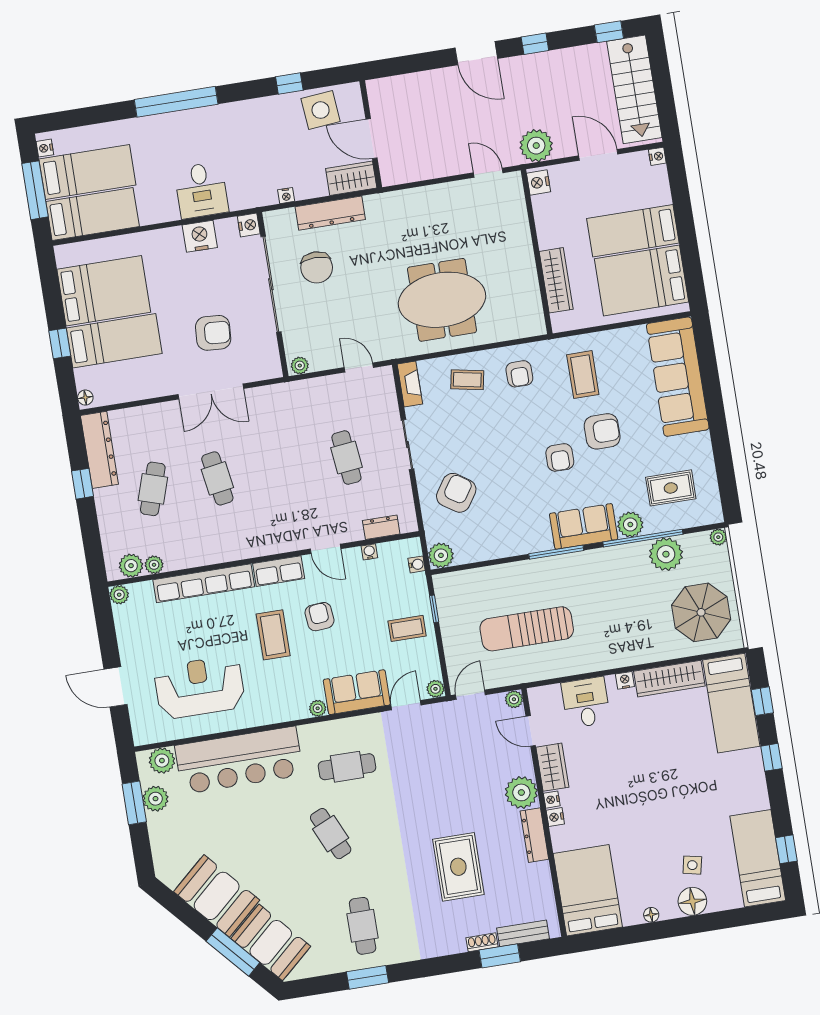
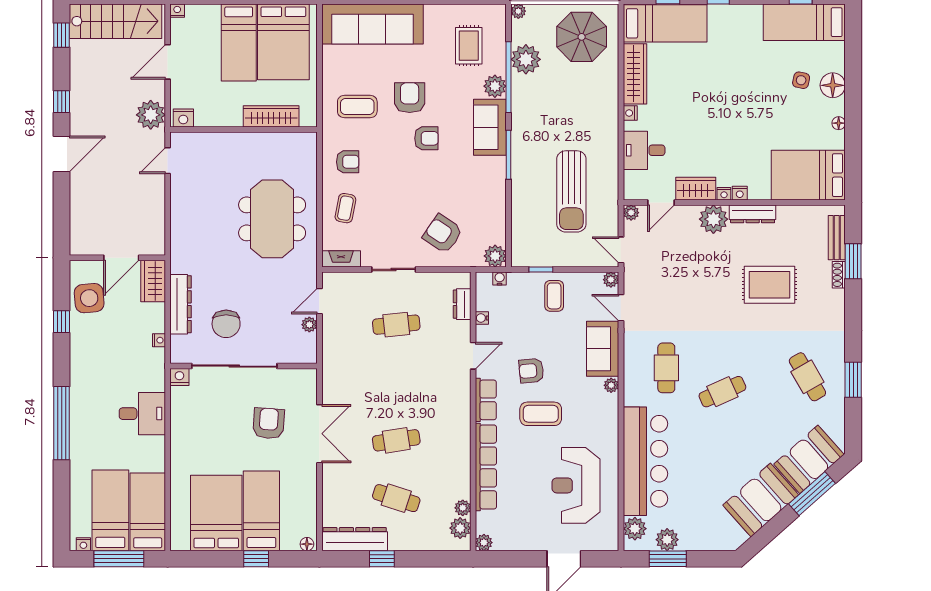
nightstand: (200, 236) -> (182, 421), removed
chair: (317, 267) -> (226, 324), turned 90
plant: (300, 366) -> (309, 325), moved
cafe table: (363, 926) -> (807, 377), turned 60

